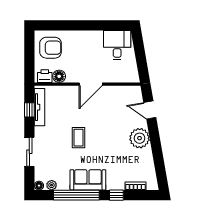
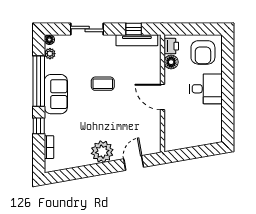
desk: (117, 45) -> (206, 89), moved

